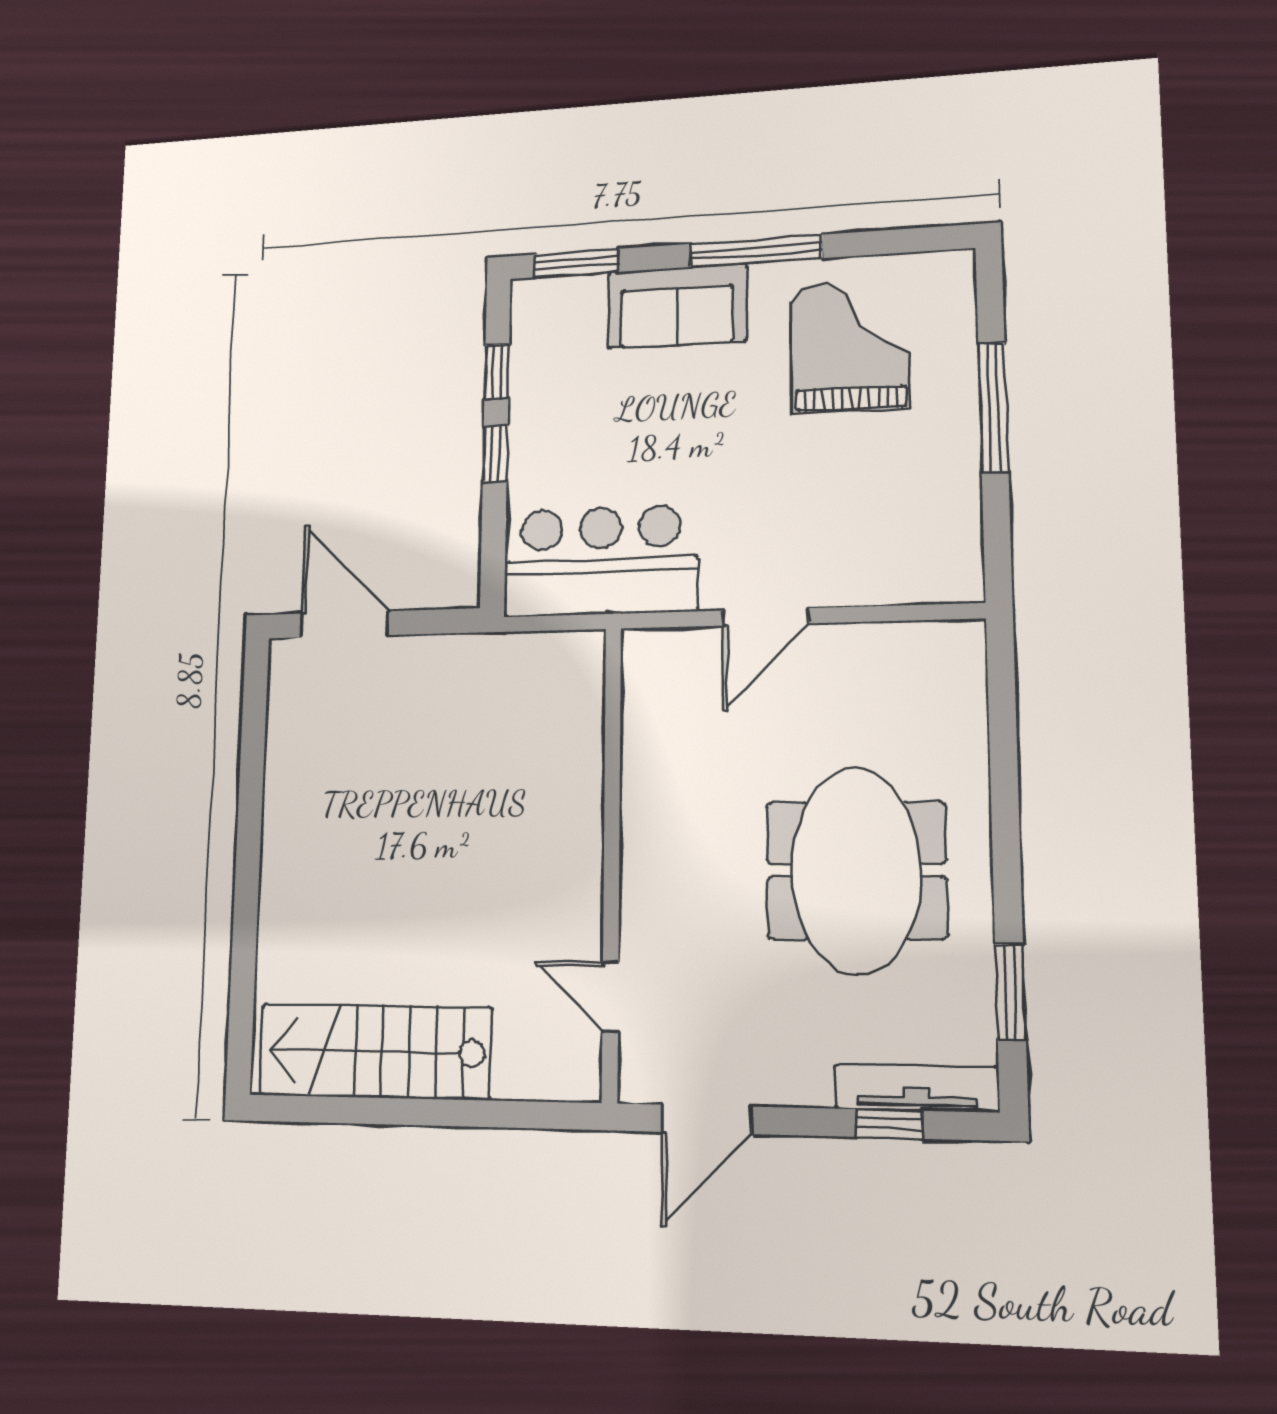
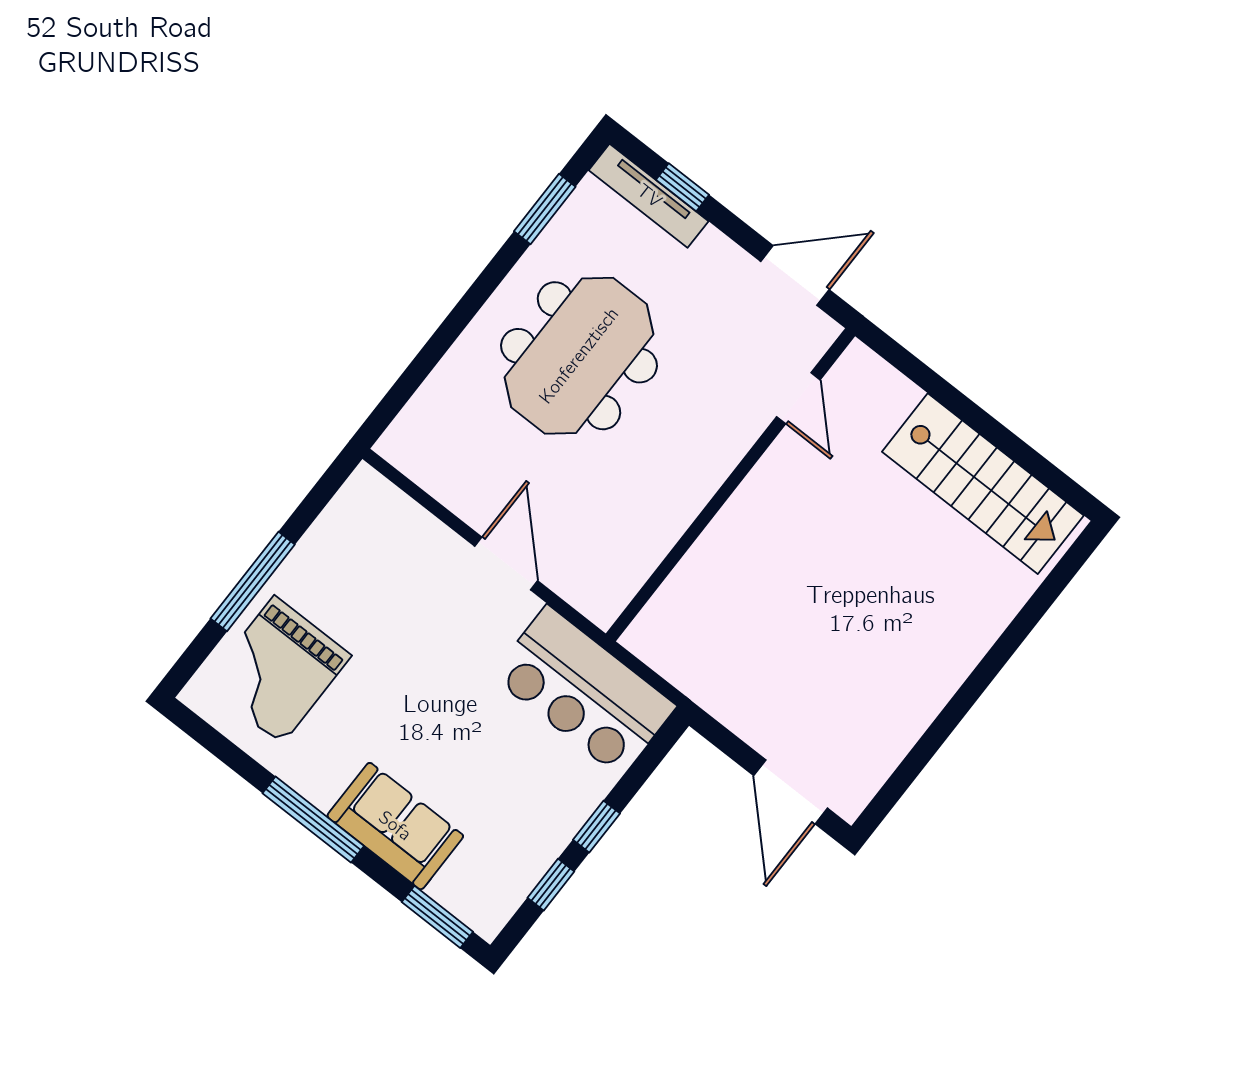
grand piano: (850, 346) -> (278, 670), moved
door: (766, 617) -> (506, 564), hinge flipped

